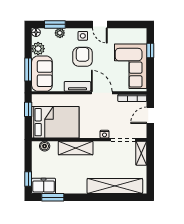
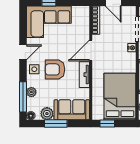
window: (55, 24) -> (23, 97), width x1.44
corner sofa: (131, 66) -> (49, 22), moved
window: (28, 70) -> (56, 124), moved

